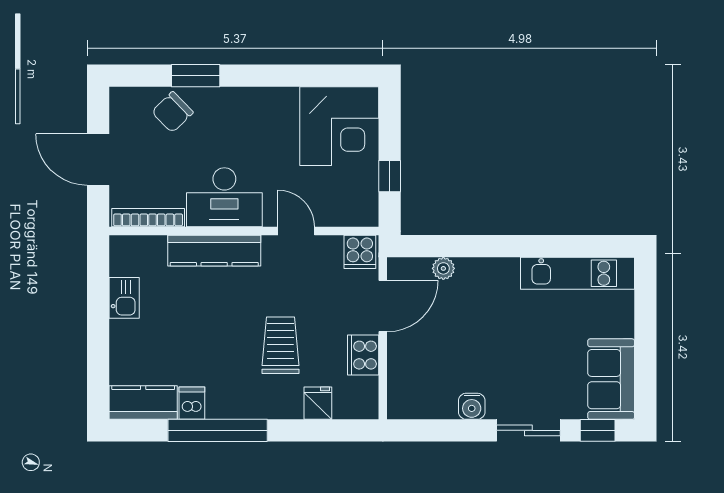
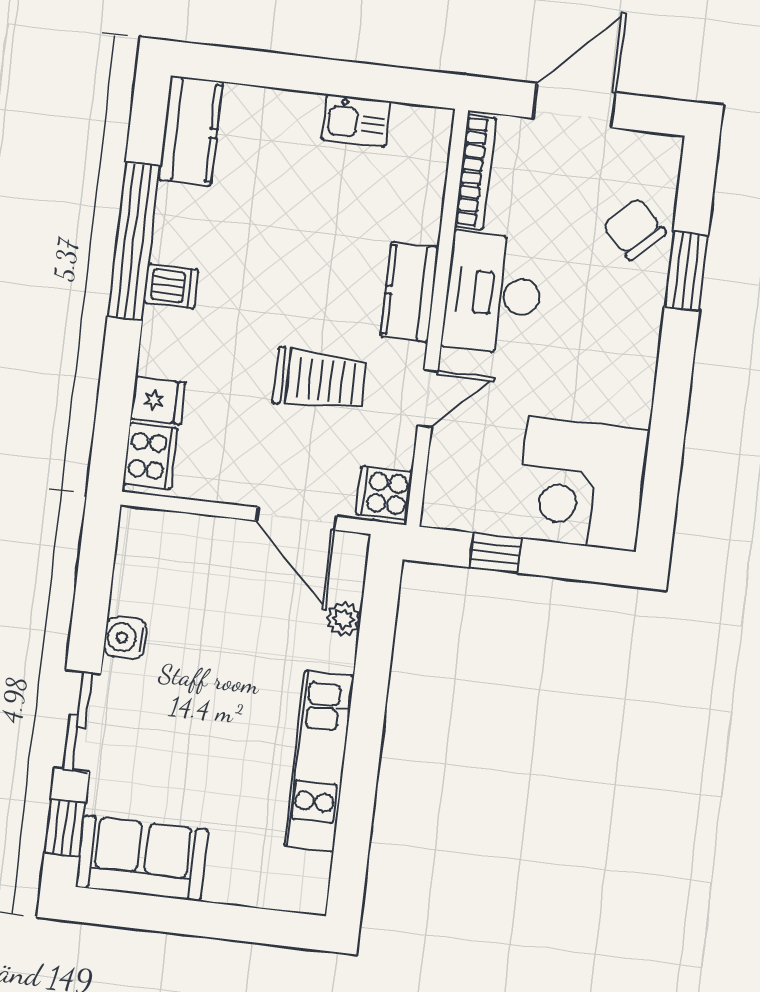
kitchen counter: (214, 251) -> (410, 292), width x0.67
kitchen unit: (578, 273) -> (319, 761), moved
trolley: (280, 345) -> (320, 380), moved
cooker: (363, 355) -> (150, 456), moved, turned 90
dishwasher: (192, 403) -> (171, 286), moved

